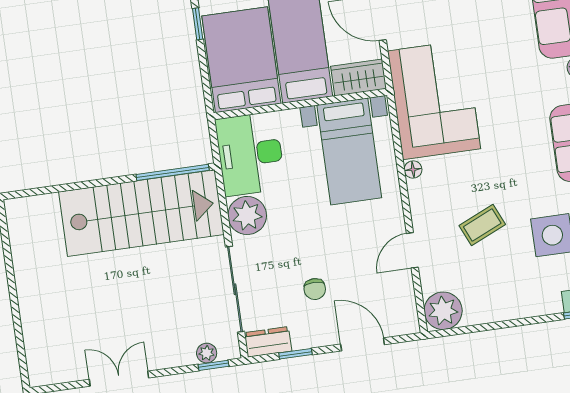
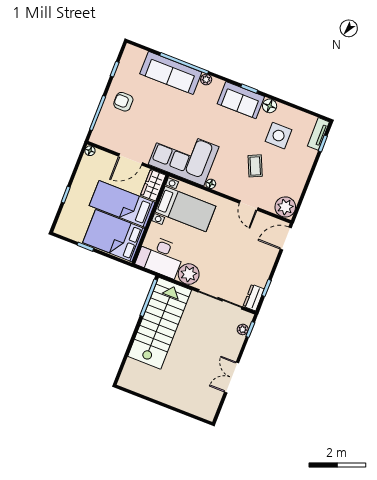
chair: (315, 289) -> (241, 262), removed
door: (363, 344) -> (286, 239), moved

